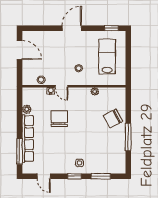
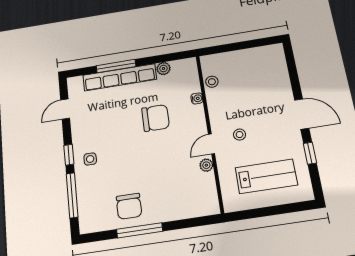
window: (111, 28) -> (310, 153), moved
door: (20, 50) -> (252, 44), removed
door: (61, 86) -> (211, 144), moved
chair: (113, 118) -> (129, 206), moved, turned -152
window: (20, 151) -> (116, 66), moved
window: (101, 176) -> (72, 195), width x1.44

